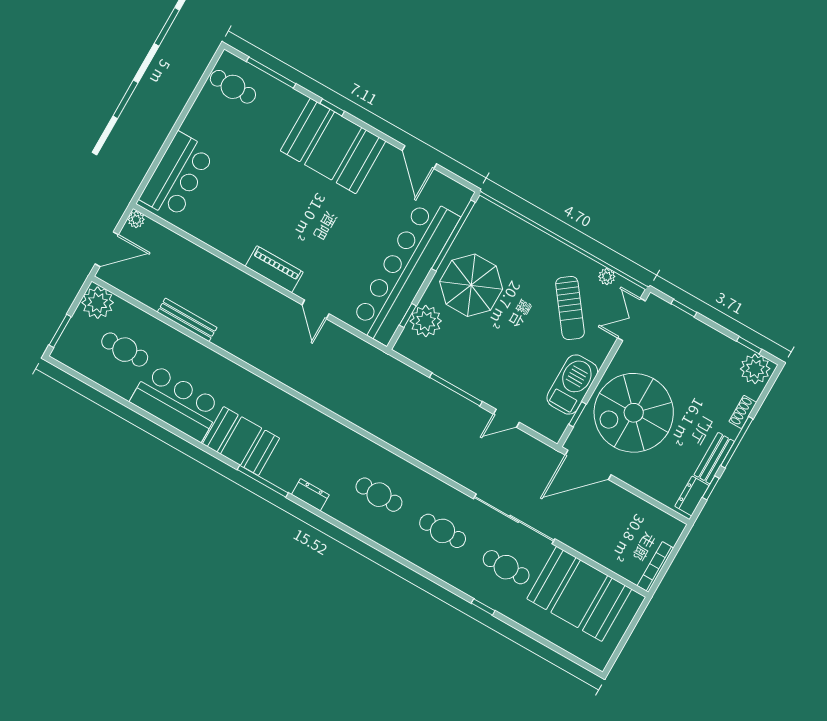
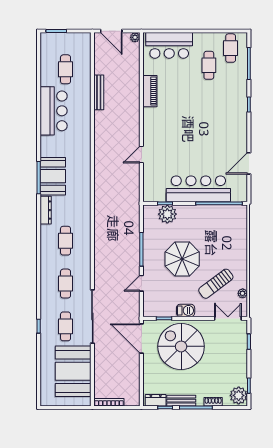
cafe table: (240, 134) -> (209, 65), added
booth: (333, 146) -> (230, 116), removed
piano: (274, 269) -> (150, 91), moved
bar counter: (405, 271) -> (198, 189), width x0.73
parasol: (471, 285) -> (182, 259), moved
plant: (98, 303) -> (82, 42), removed
barbecue: (572, 385) -> (186, 310), width x0.53, depth x0.65
door: (506, 418) -> (141, 283), hinge flipped
booth: (241, 441) -> (53, 176), moved
dresser: (310, 495) -> (46, 210), width x1.44

